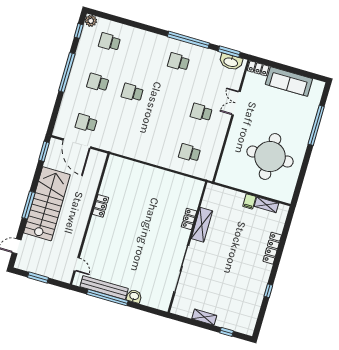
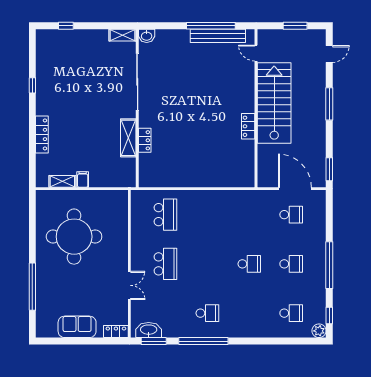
sofa: (289, 82) -> (77, 327), width x0.73
school desk: (201, 112) -> (165, 264), width x1.85
school desk: (190, 153) -> (165, 215), width x1.85
stairs: (47, 204) -> (274, 103), moved, turned 180
washbasin: (134, 296) -> (147, 36), moved
shelving: (204, 317) -> (123, 35), moved

